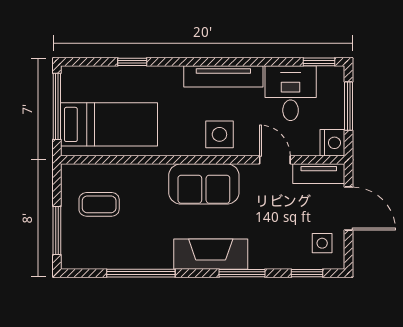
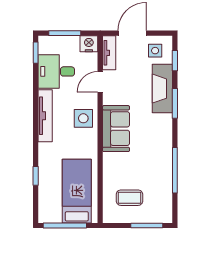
coffee table: (99, 204) -> (129, 198), turned 90
fireplace: (211, 254) -> (162, 89), moved

